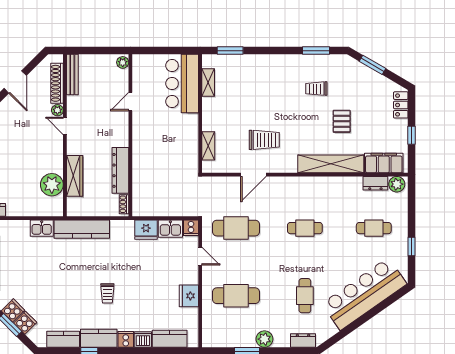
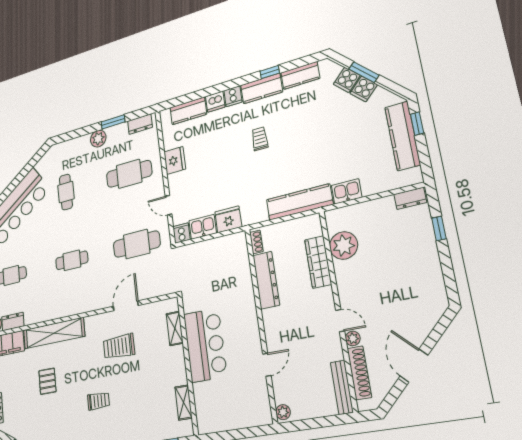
bar counter: (182, 83) -> (205, 345), moved
trolley: (316, 89) -> (98, 401), moved
dresser: (303, 340) -> (140, 124), moved

